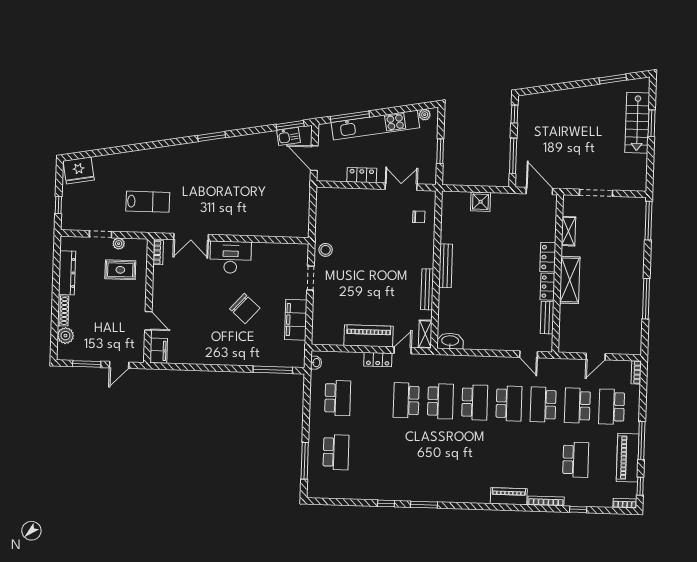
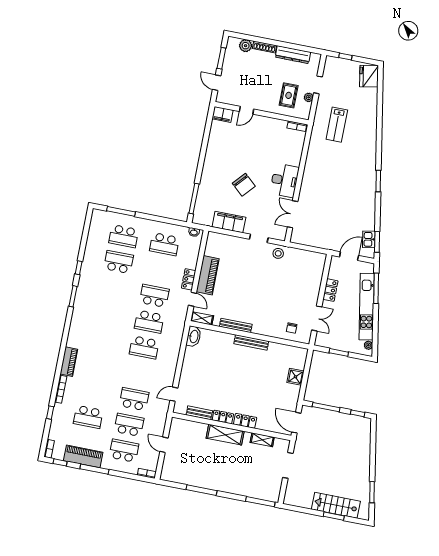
door: (539, 191) -> (296, 423), swing flipped
double door: (191, 237) -> (293, 214), moved
chair: (245, 308) -> (244, 185), turned -90
school desk: (509, 403) -> (119, 262), moved, turned 180

